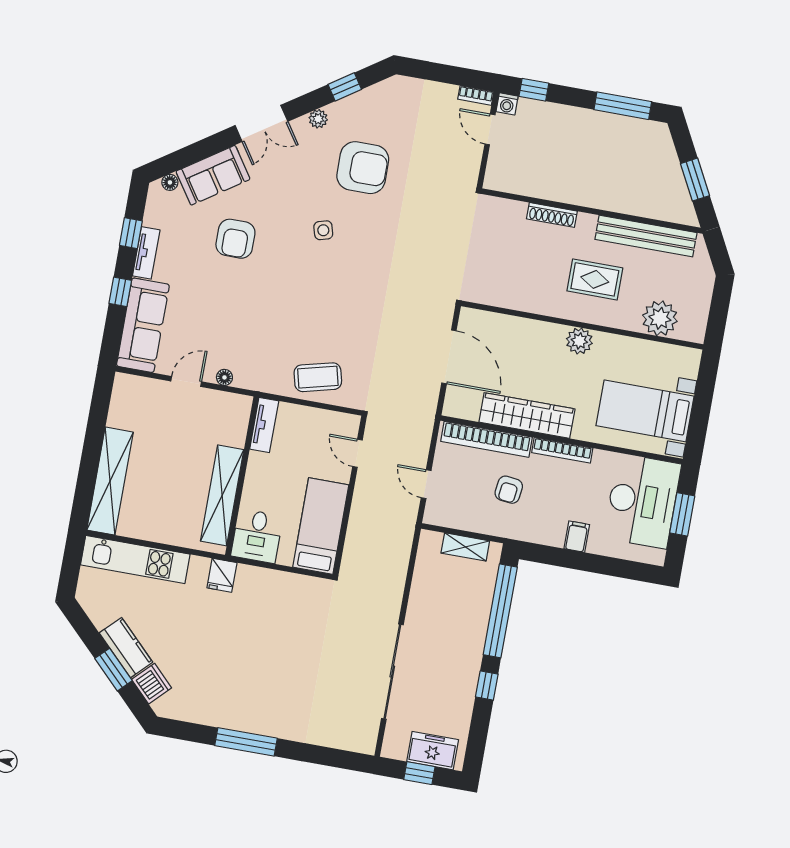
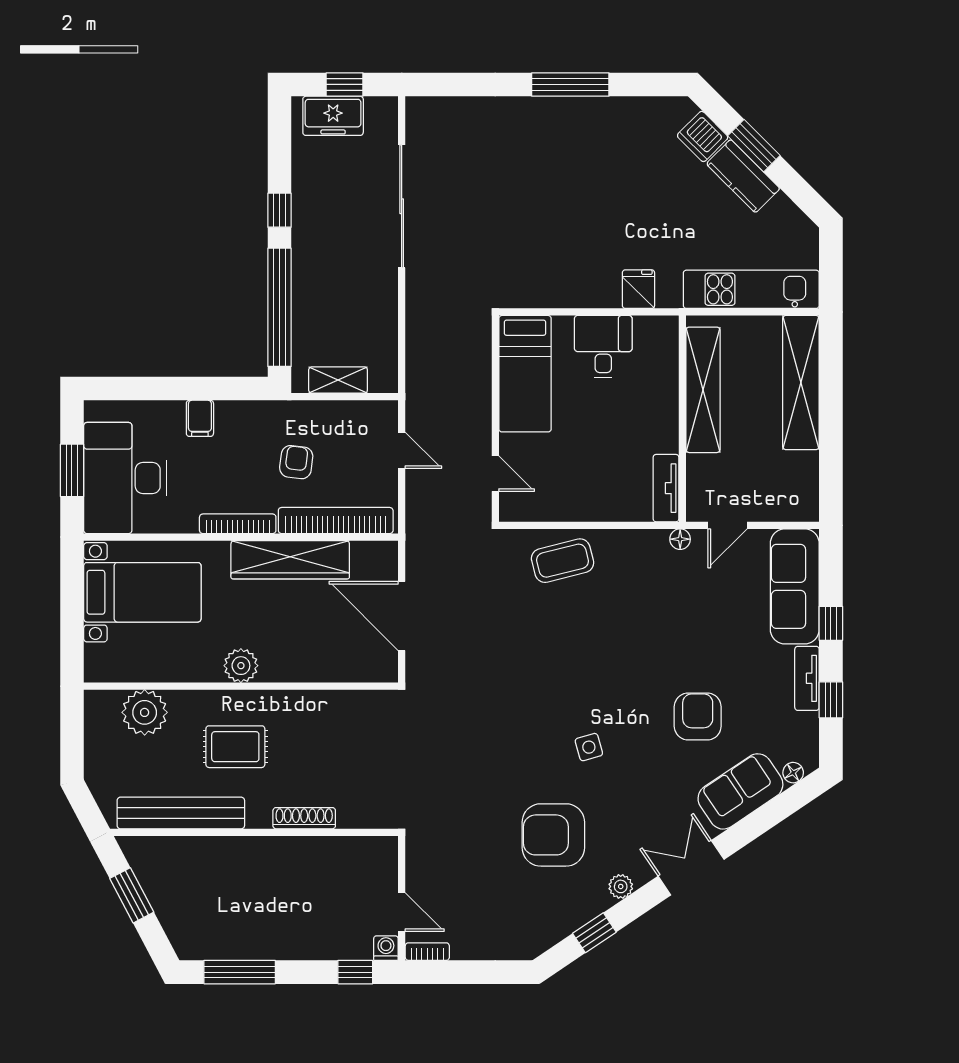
tv unit: (264, 425) -> (666, 488), moved
wall: (242, 476) -> (682, 419), moved
shelving: (222, 495) -> (703, 390), moved

